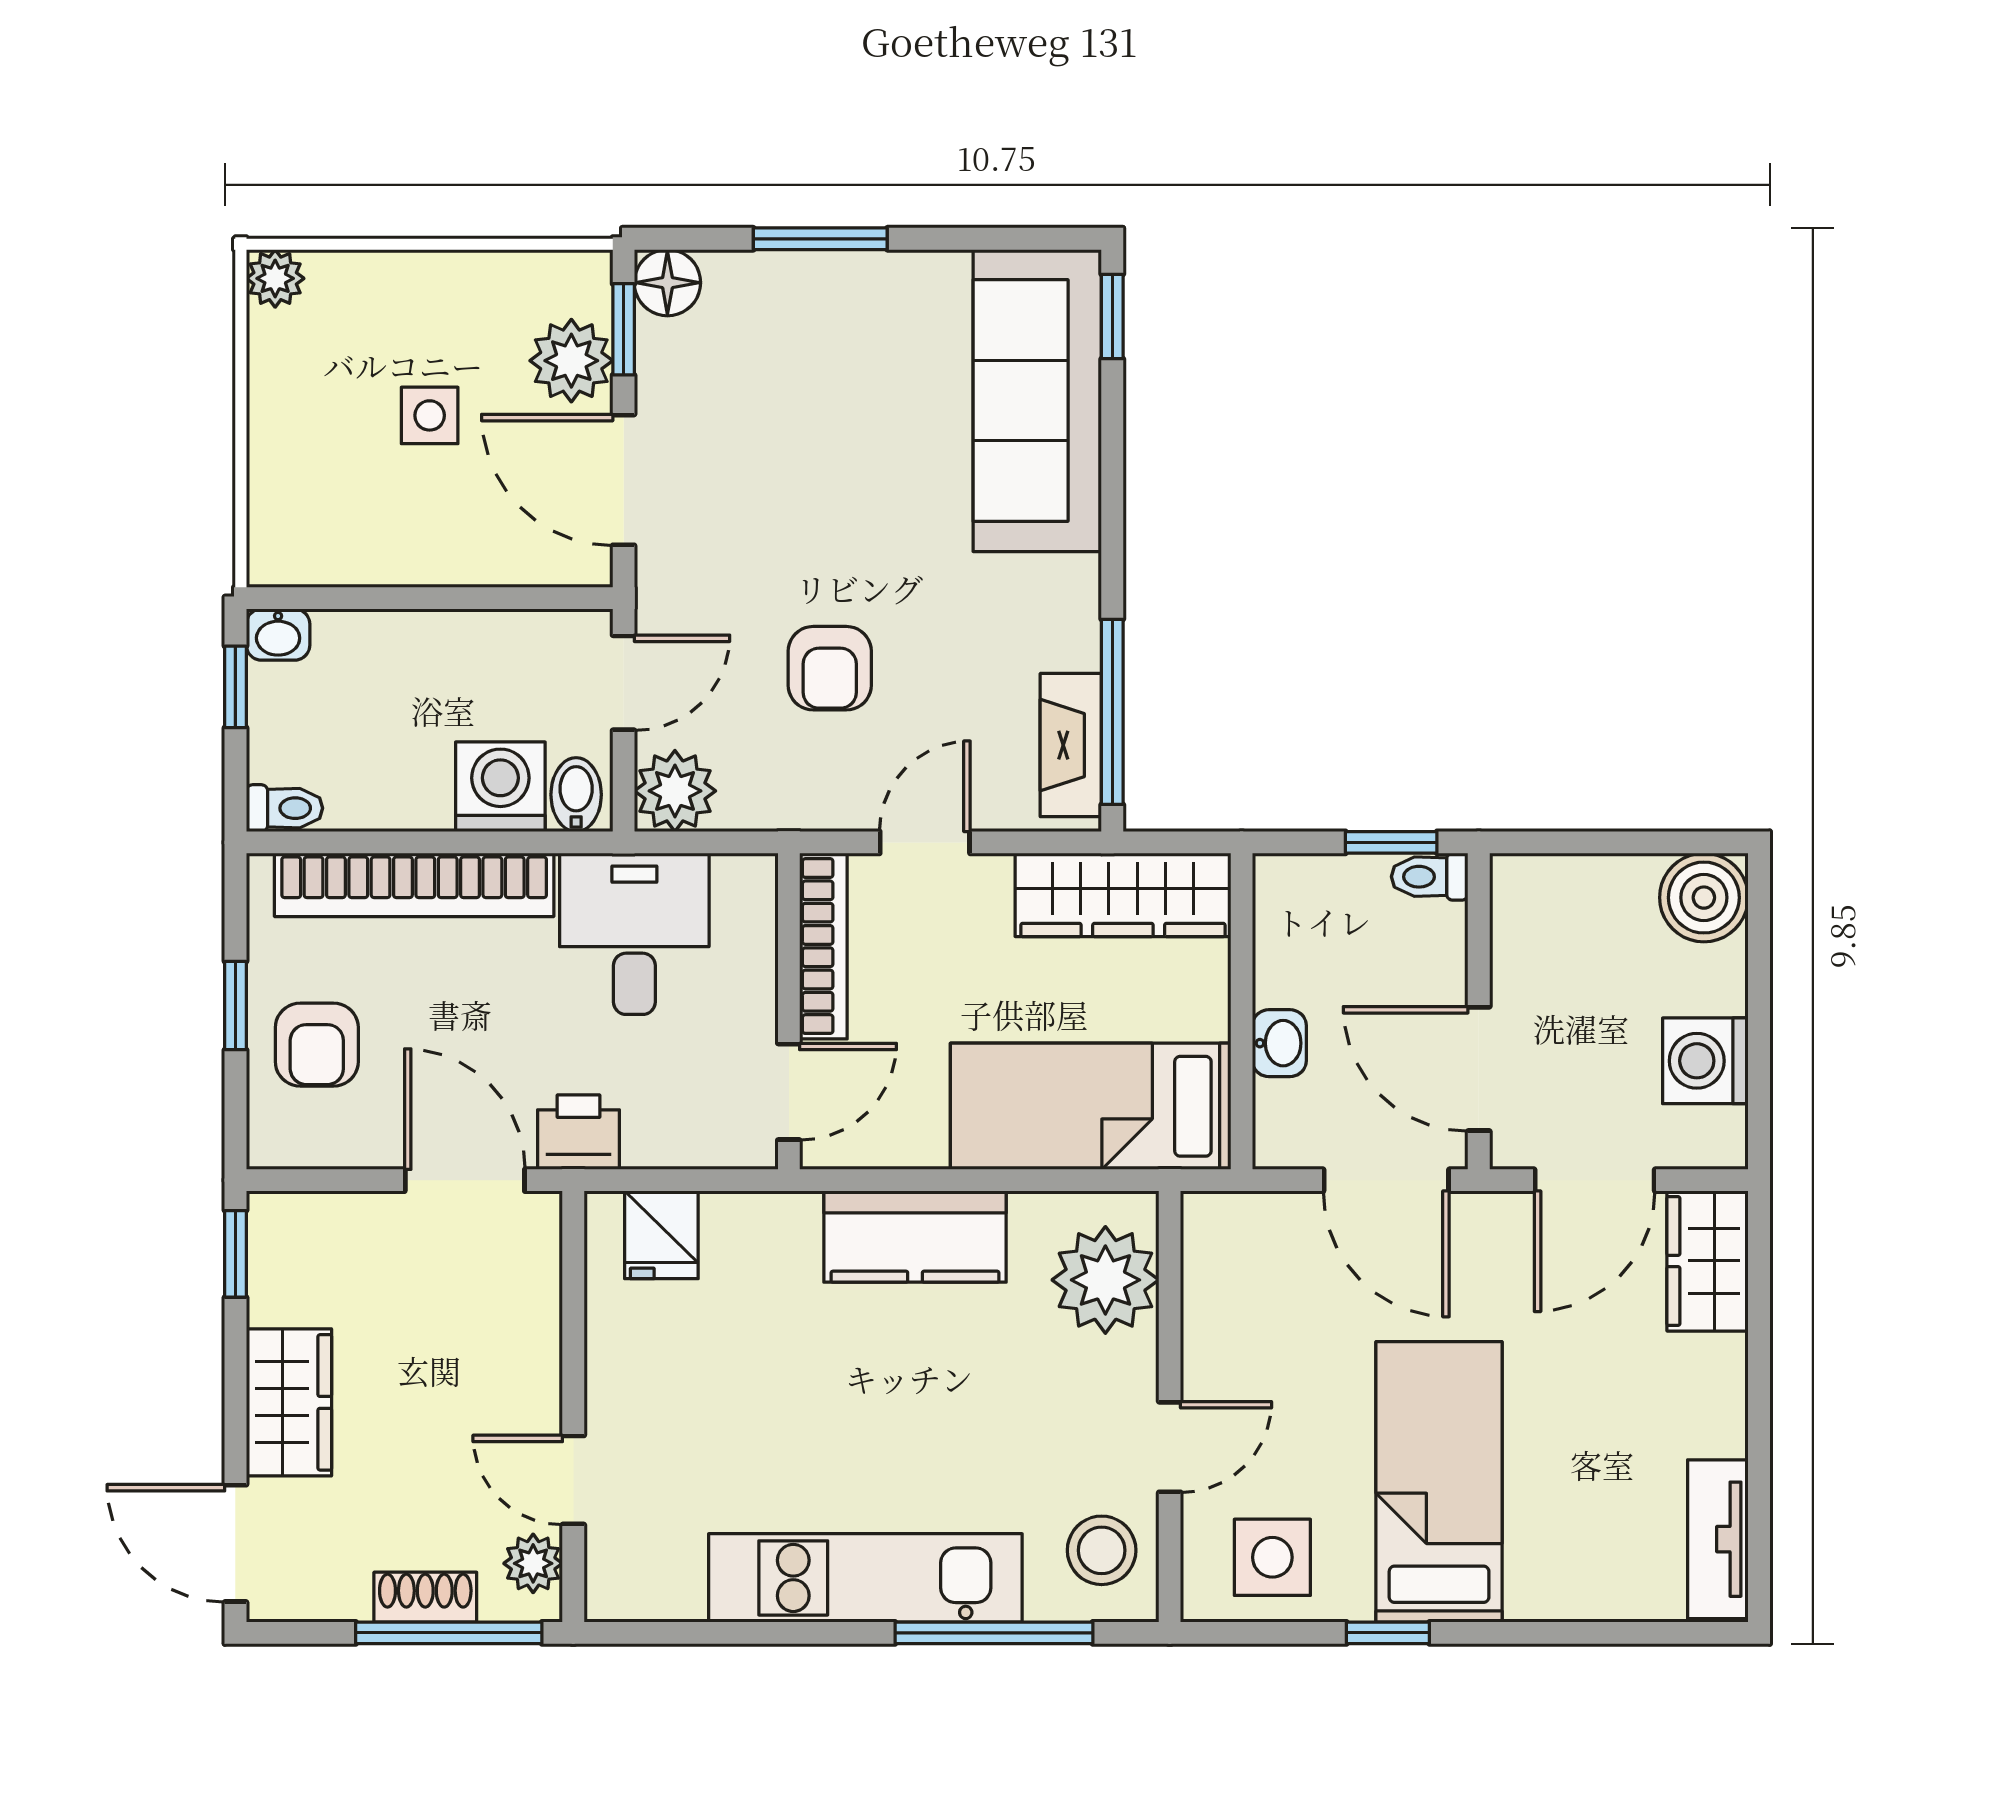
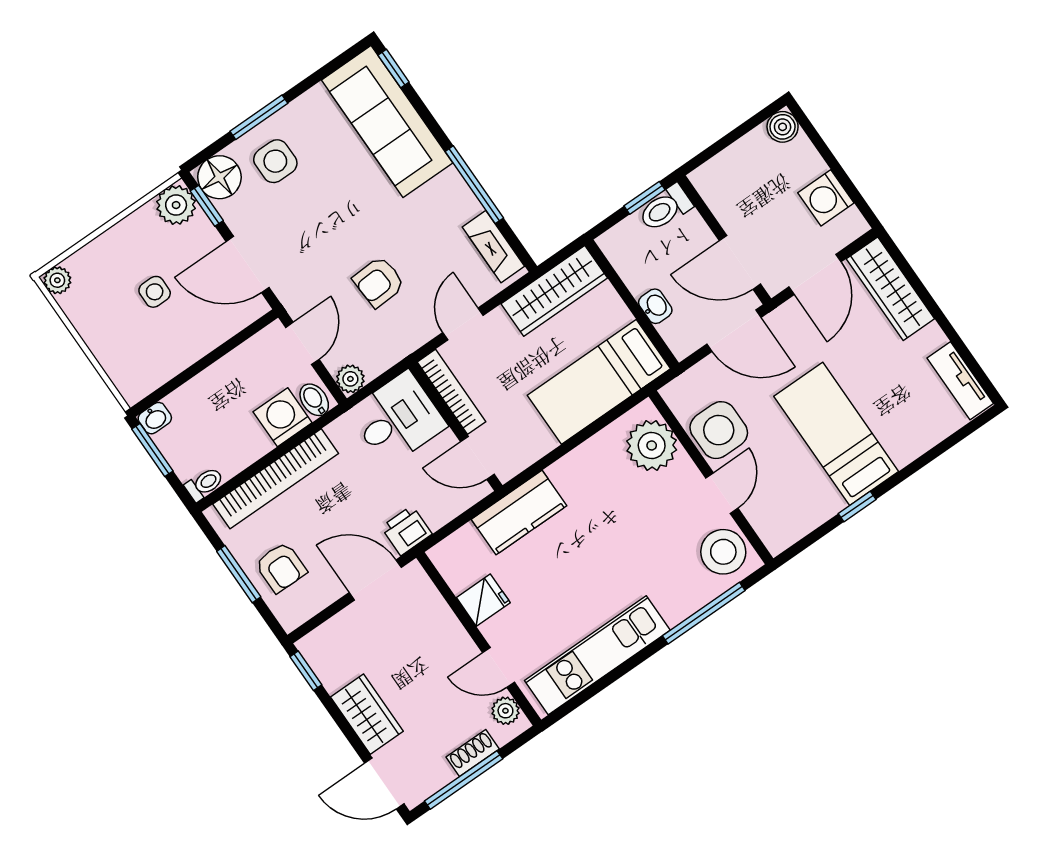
floor lamp: (667, 283) -> (219, 177), width x1.38, depth x1.38
side table: (796, 335) -> (275, 161), added
plant: (571, 361) -> (176, 205), moved
armchair: (830, 668) -> (379, 282), turned 87
window: (235, 687) -> (152, 450), width x1.50
window: (1112, 712) -> (474, 185), moved
plant: (675, 791) -> (350, 379), width x0.73, depth x0.73
toilet: (1430, 877) -> (665, 208), width x1.37, depth x1.39
boiler: (1704, 898) -> (783, 127), width x0.73, depth x0.73
desk: (634, 934) -> (398, 419), moved, turned 90
window: (235, 1006) -> (239, 574), width x1.50
door: (789, 1092) -> (477, 458), swing flipped
fridge: (661, 1235) -> (483, 600), moved, turned -90
kitchen counter: (915, 1237) -> (519, 513), moved
wardrobe: (1708, 1261) -> (890, 289), width x1.50
stool: (1102, 1550) -> (723, 552), width x1.38, depth x1.38
side table: (1272, 1557) -> (719, 430), moved, width x1.37, depth x1.37
kitchen unit: (865, 1578) -> (597, 655), moved
window: (449, 1633) -> (464, 780), moved

